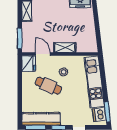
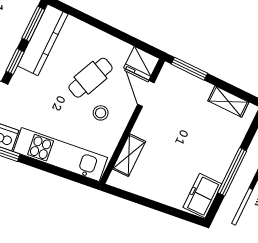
shelving: (65, 48) -> (129, 155), moved
door: (43, 54) -> (146, 94), swing flipped

